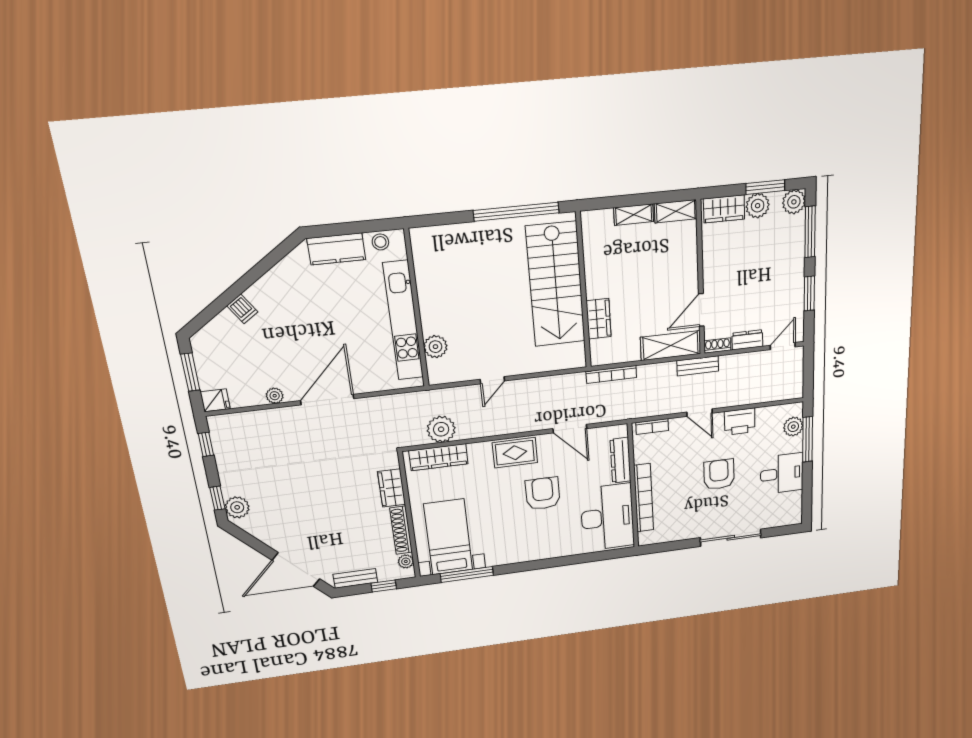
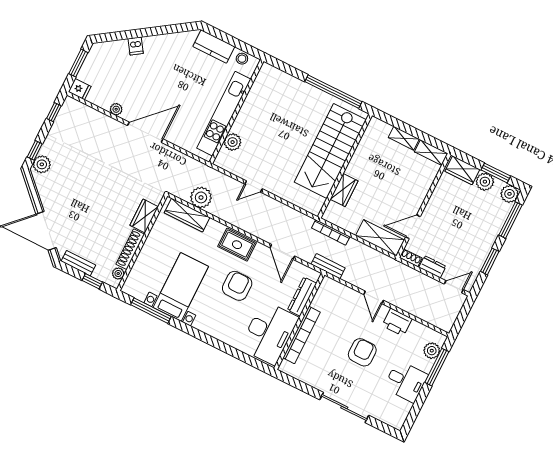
bench: (698, 366) -> (328, 266), moved
bookcase: (652, 427) -> (337, 286), removed
bed with nightstands: (448, 537) -> (181, 287), moved

